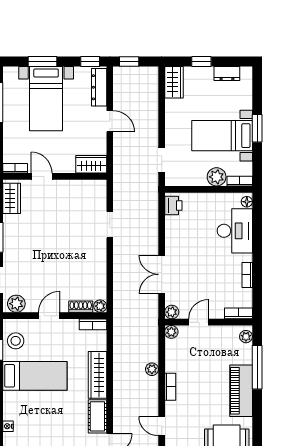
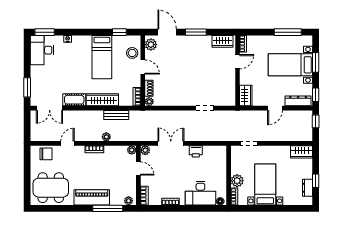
window: (201, 61) -> (316, 181), moved
window: (257, 128) -> (270, 208), removed
printer: (173, 205) -> (196, 151), moved
stool: (16, 341) -> (132, 53), moved
bench: (120, 355) -> (116, 115), added

